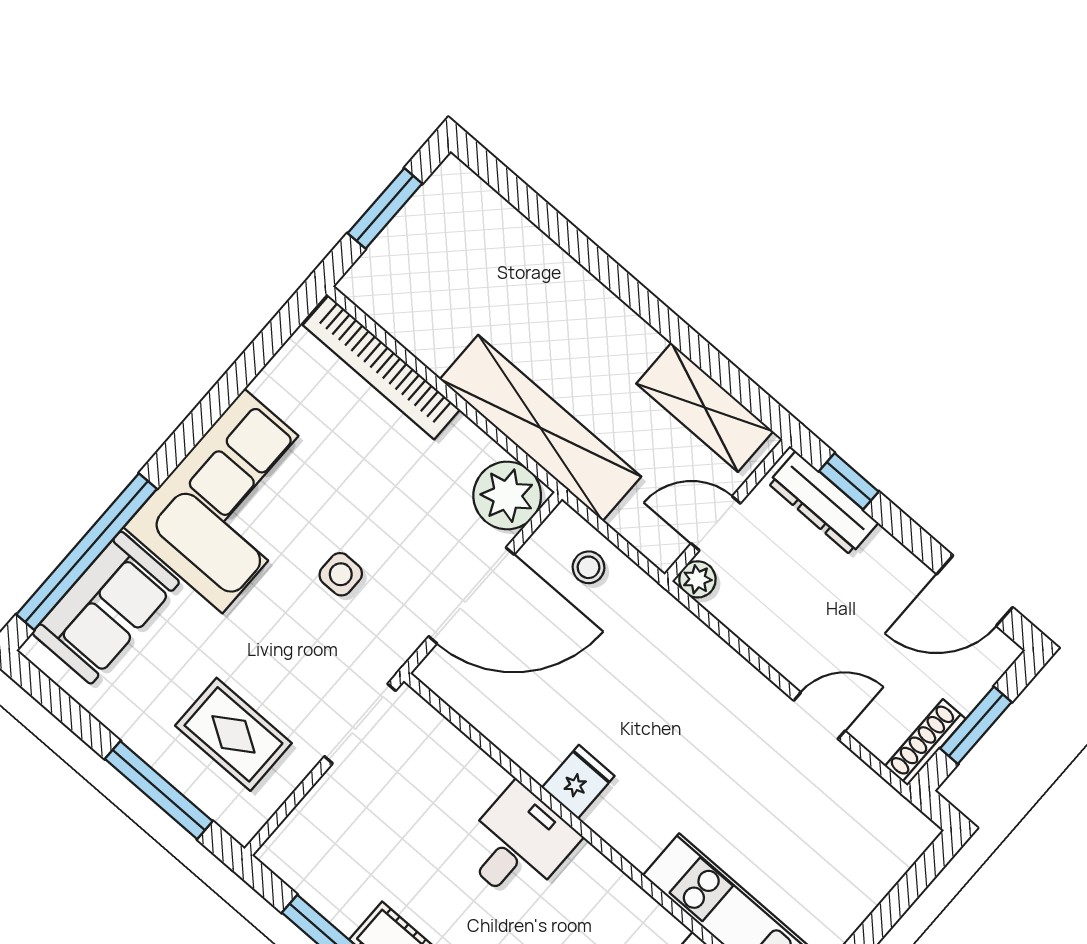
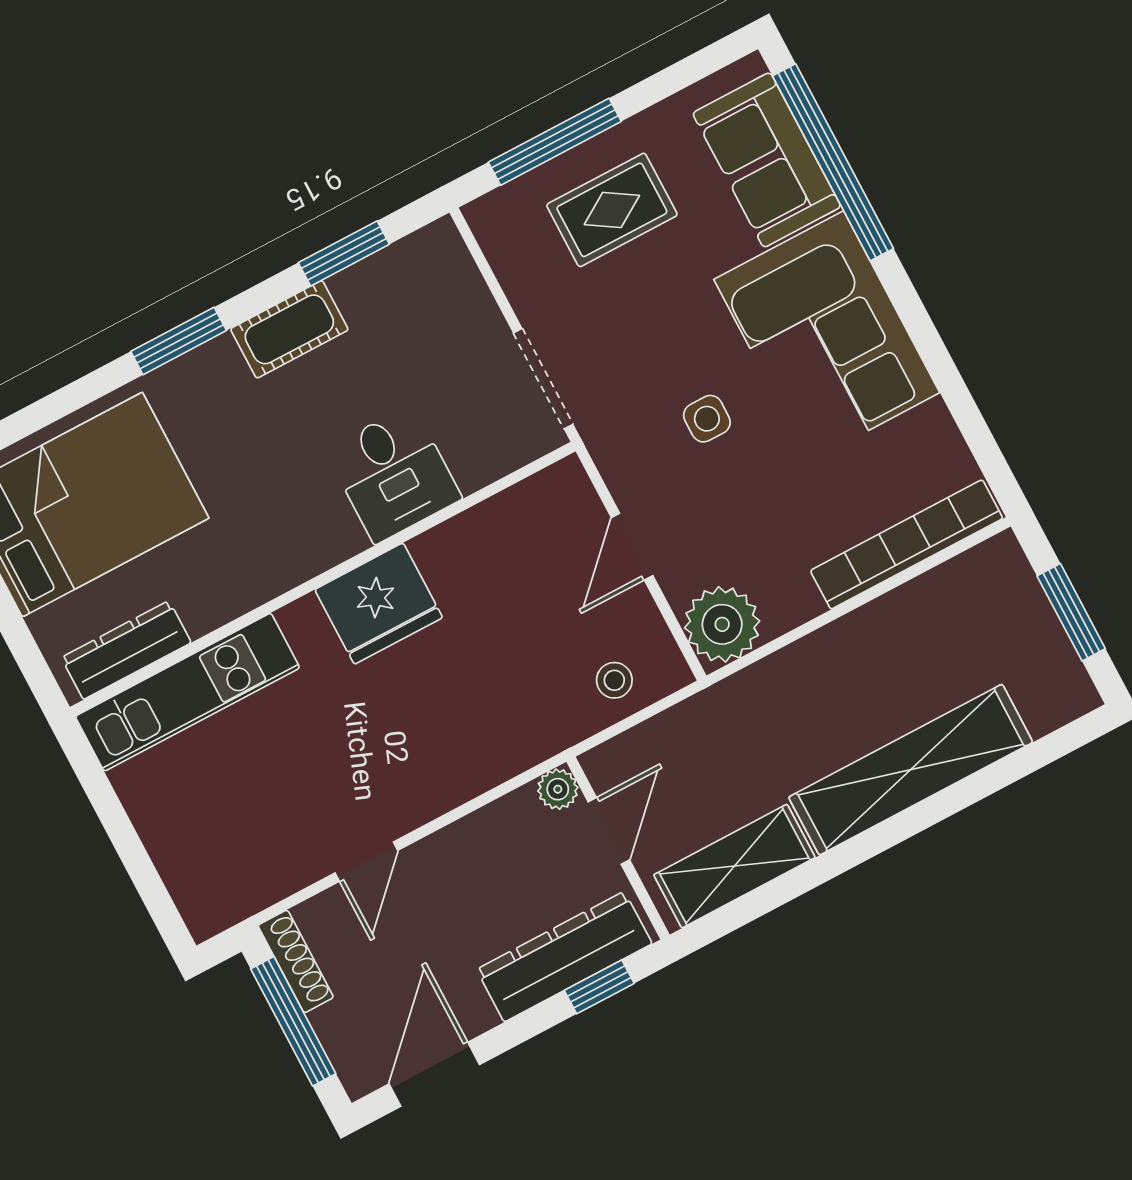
shelving: (540, 428) -> (911, 770), moved
dresser: (823, 503) -> (564, 957), width x1.37, depth x1.24
door: (471, 595) -> (632, 547), width x0.53
window: (976, 725) -> (293, 1021), width x1.44
rug: (233, 734) -> (612, 210), moved
fridge: (578, 782) -> (379, 604), width x1.88, depth x1.34
desk: (518, 844) -> (393, 474), moved

